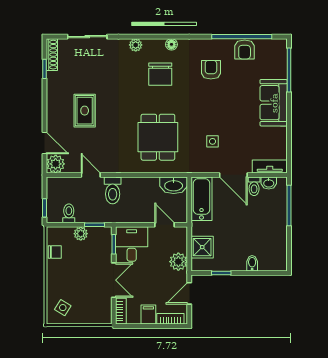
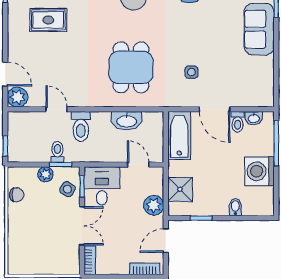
rug: (85, 111) -> (48, 20), moved, turned 90
tv unit: (270, 166) -> (255, 100), removed
washbasin: (174, 185) -> (127, 121), moved
toilet: (69, 213) -> (57, 152), moved
washing machine: (274, 231) -> (259, 171), added
side table: (63, 308) -> (67, 189), moved
filing cabinet: (148, 315) -> (120, 264), removed

